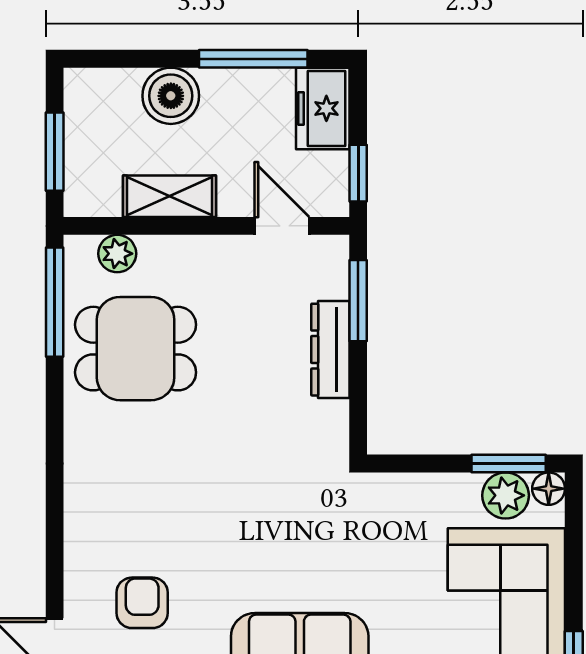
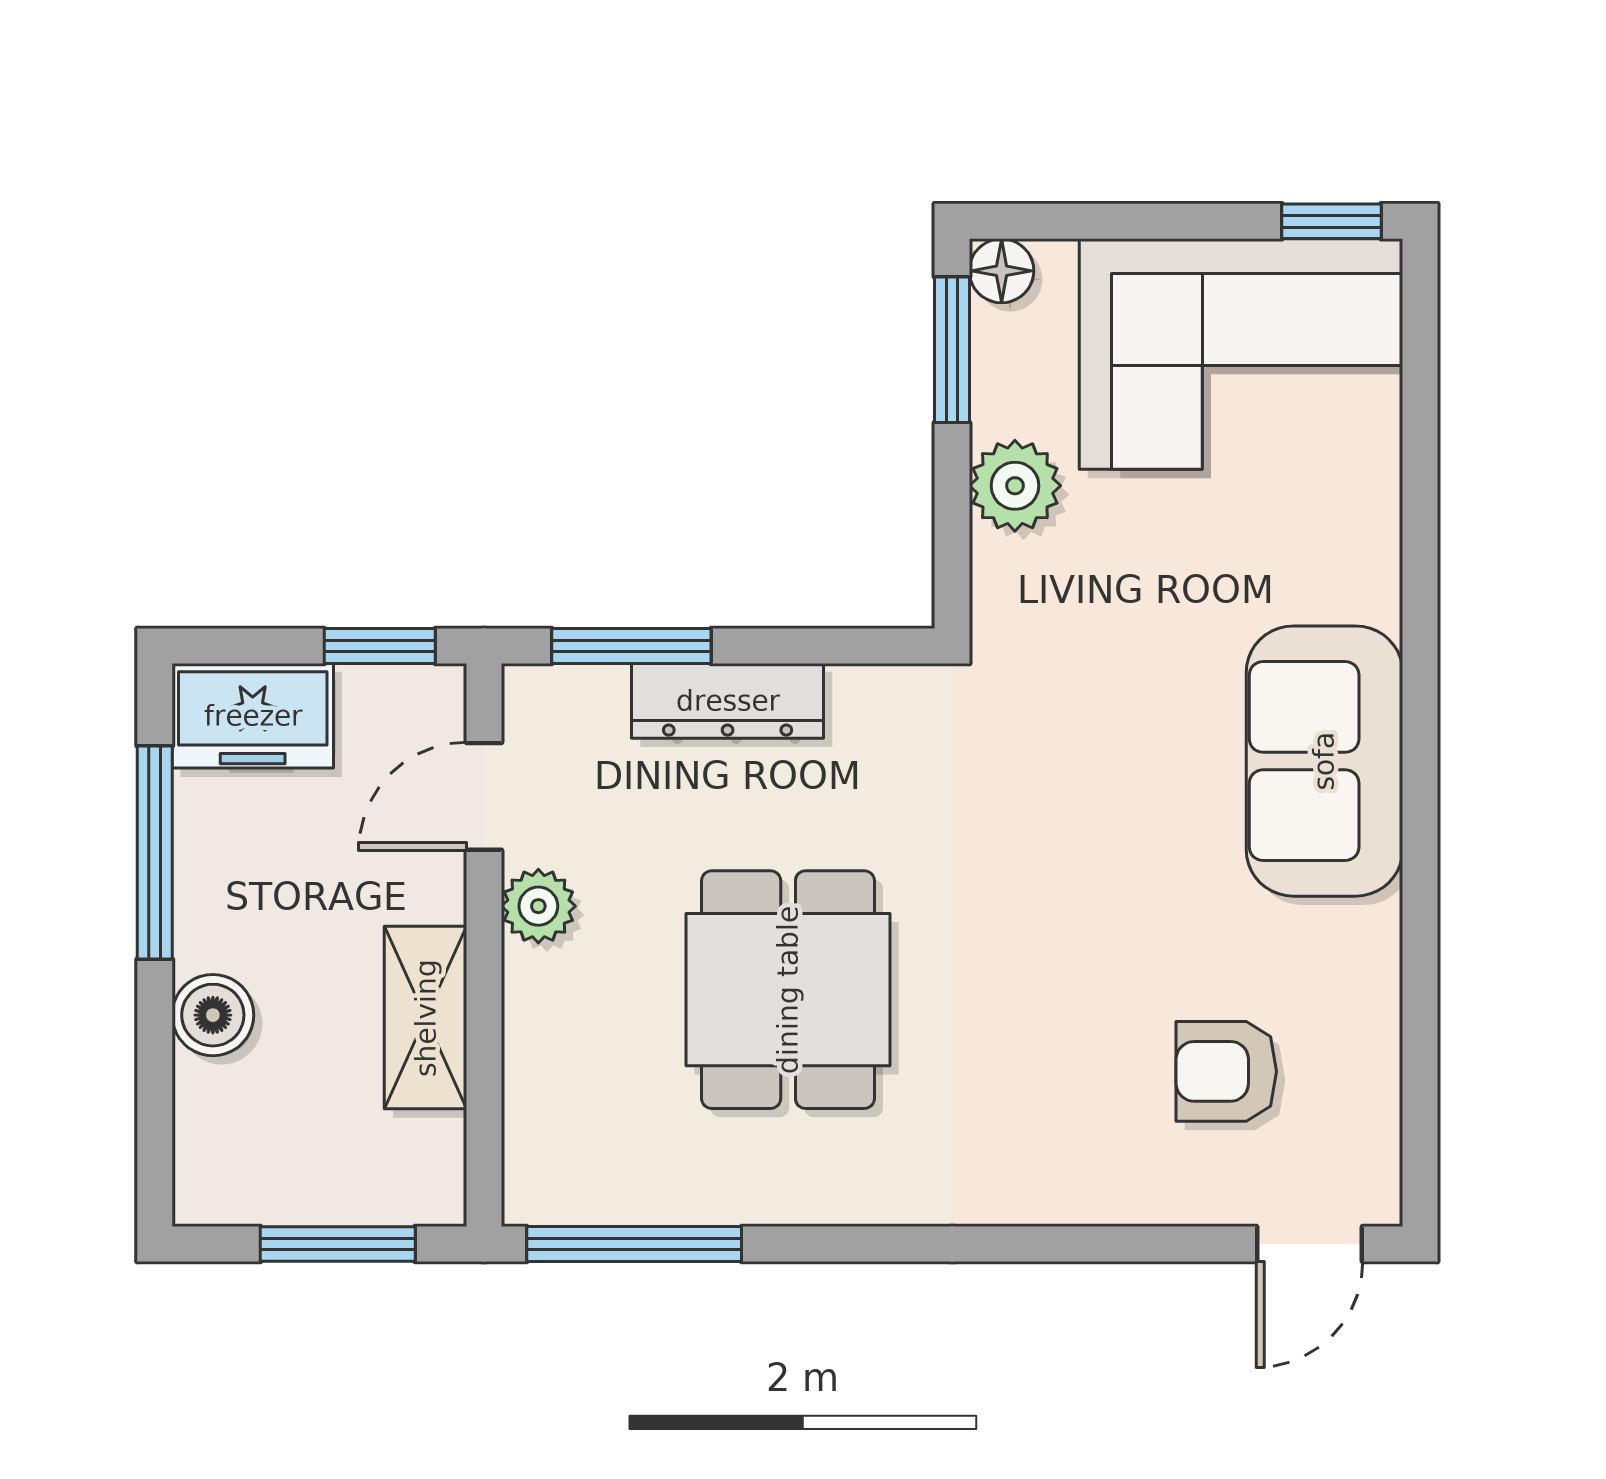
boiler: (171, 96) -> (213, 1015), width x0.73, depth x0.73
plant: (117, 254) -> (538, 906), moved
dining table: (136, 349) -> (788, 990), moved
plant: (506, 495) -> (1015, 486), moved

